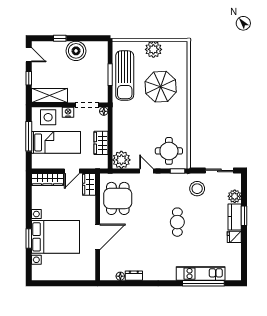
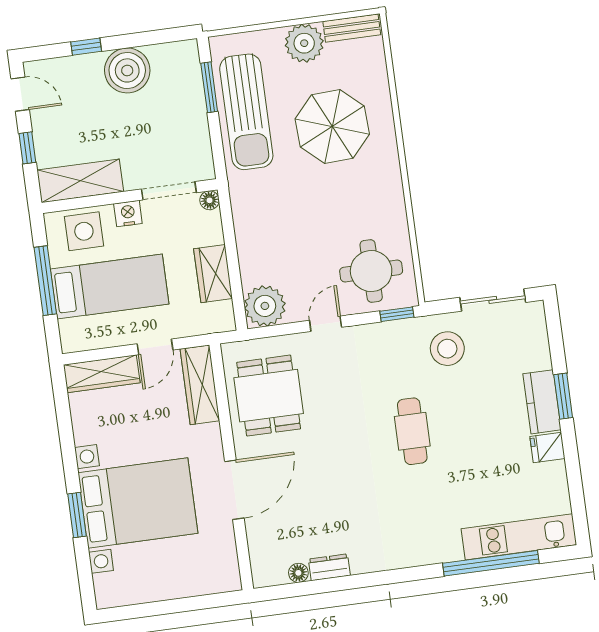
bench: (175, 46) -> (352, 28), added
window: (110, 75) -> (209, 87), moved
door: (146, 171) -> (326, 324), hinge flipped
wardrobe: (89, 184) -> (200, 385), width x1.50
plant: (235, 196) -> (536, 354), removed
kitchen unit: (201, 274) -> (519, 537), moved

